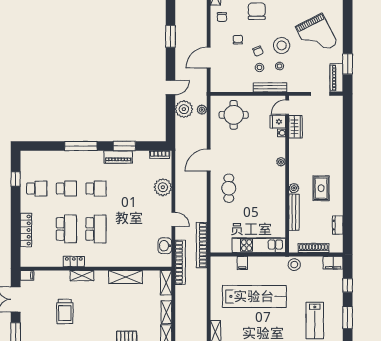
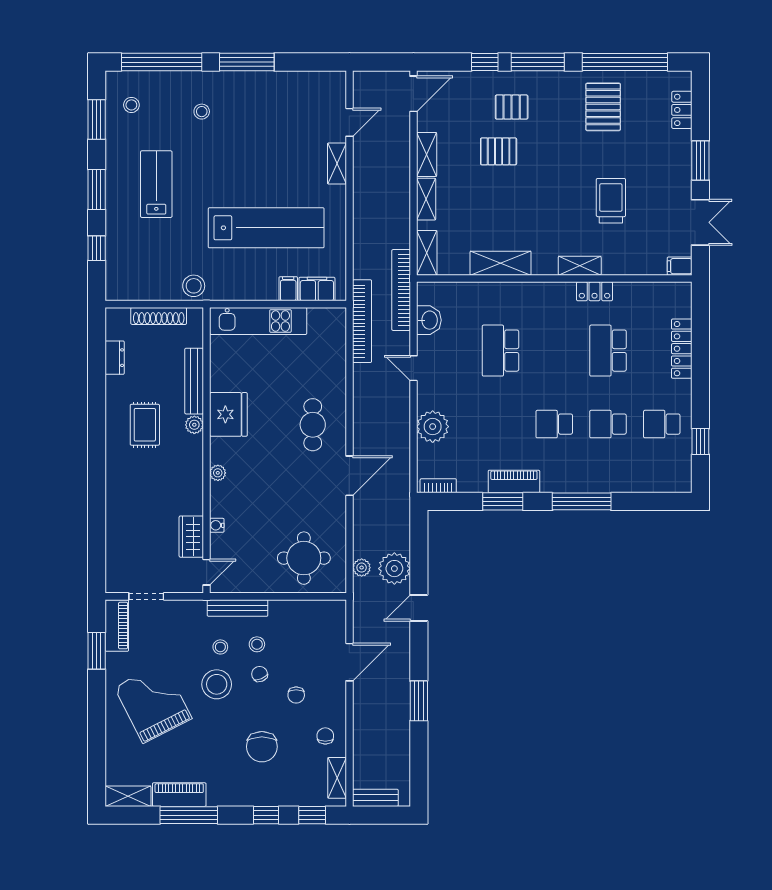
fridge: (278, 122) -> (228, 414), moved, width x1.88, depth x1.34
school desk: (96, 229) -> (500, 351), moved
filing cabinet: (333, 263) -> (317, 289), moved
lab bench: (254, 296) -> (266, 228), turned 180

